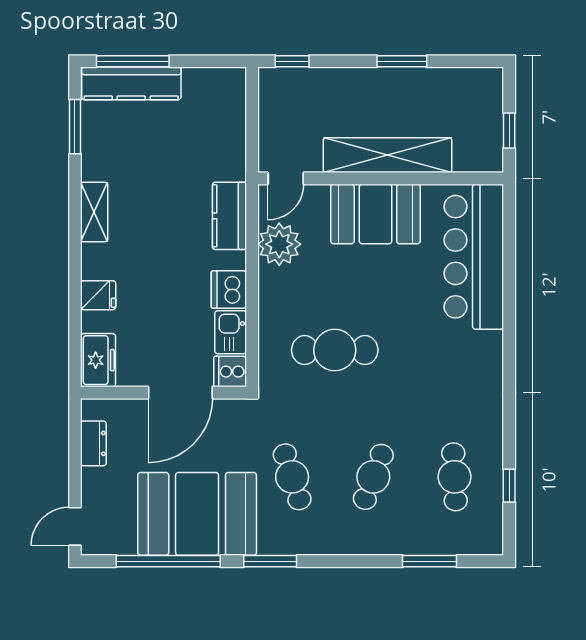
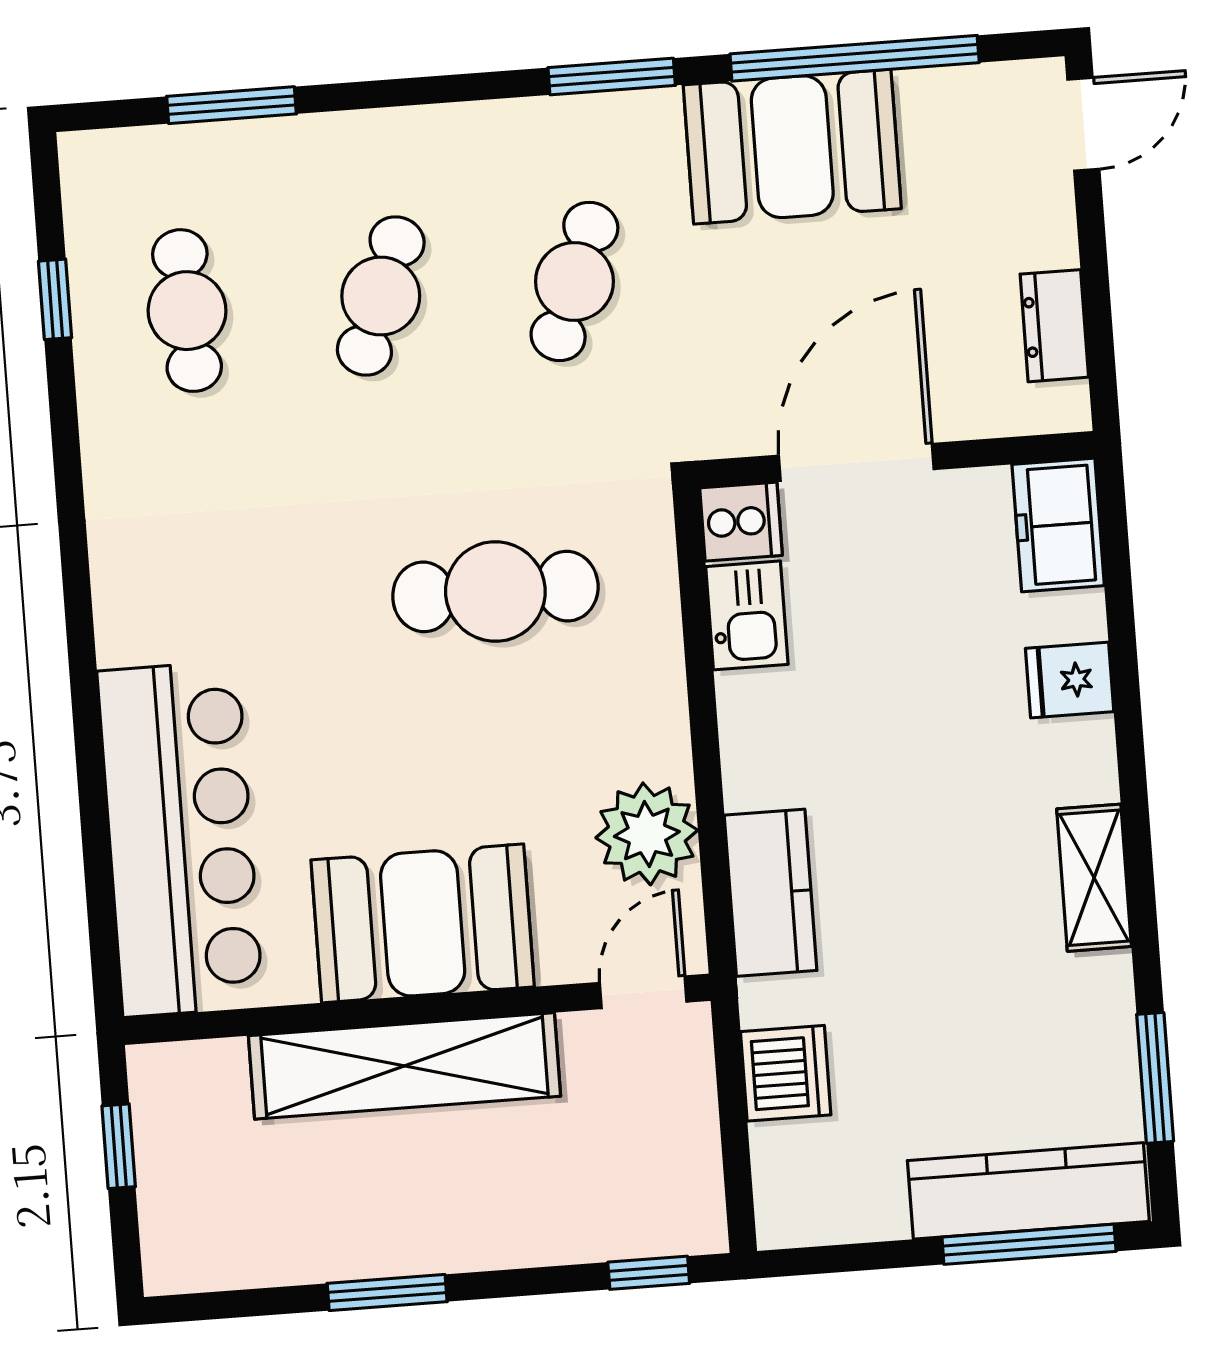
dishwasher: (229, 289) -> (786, 1073), moved
cafe table: (292, 477) -> (574, 281), turned 39
booth: (197, 514) -> (792, 147), width x0.73, depth x0.70

